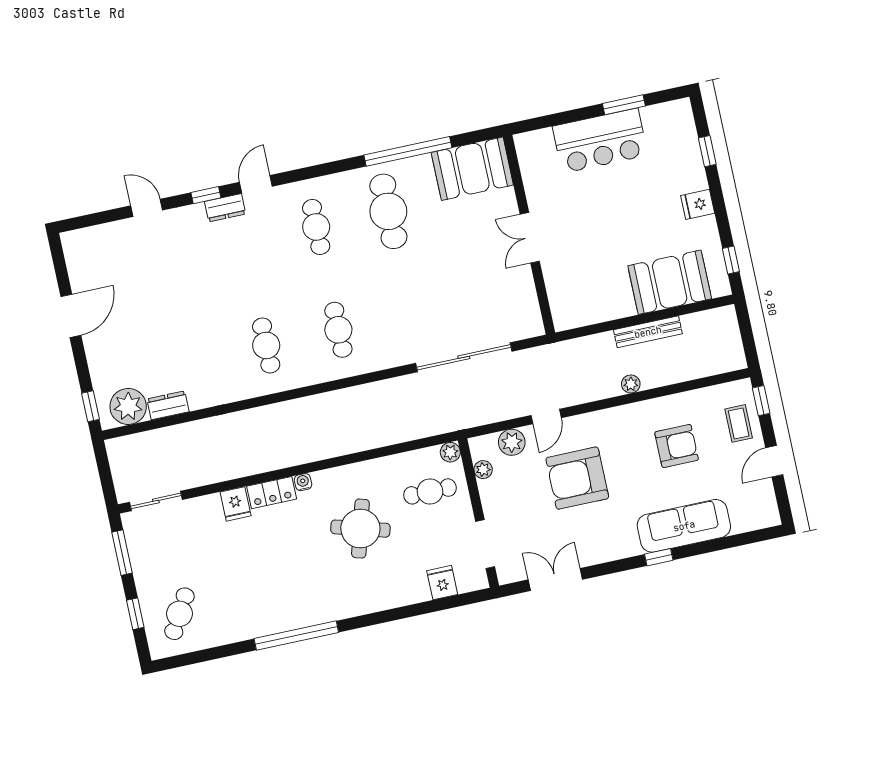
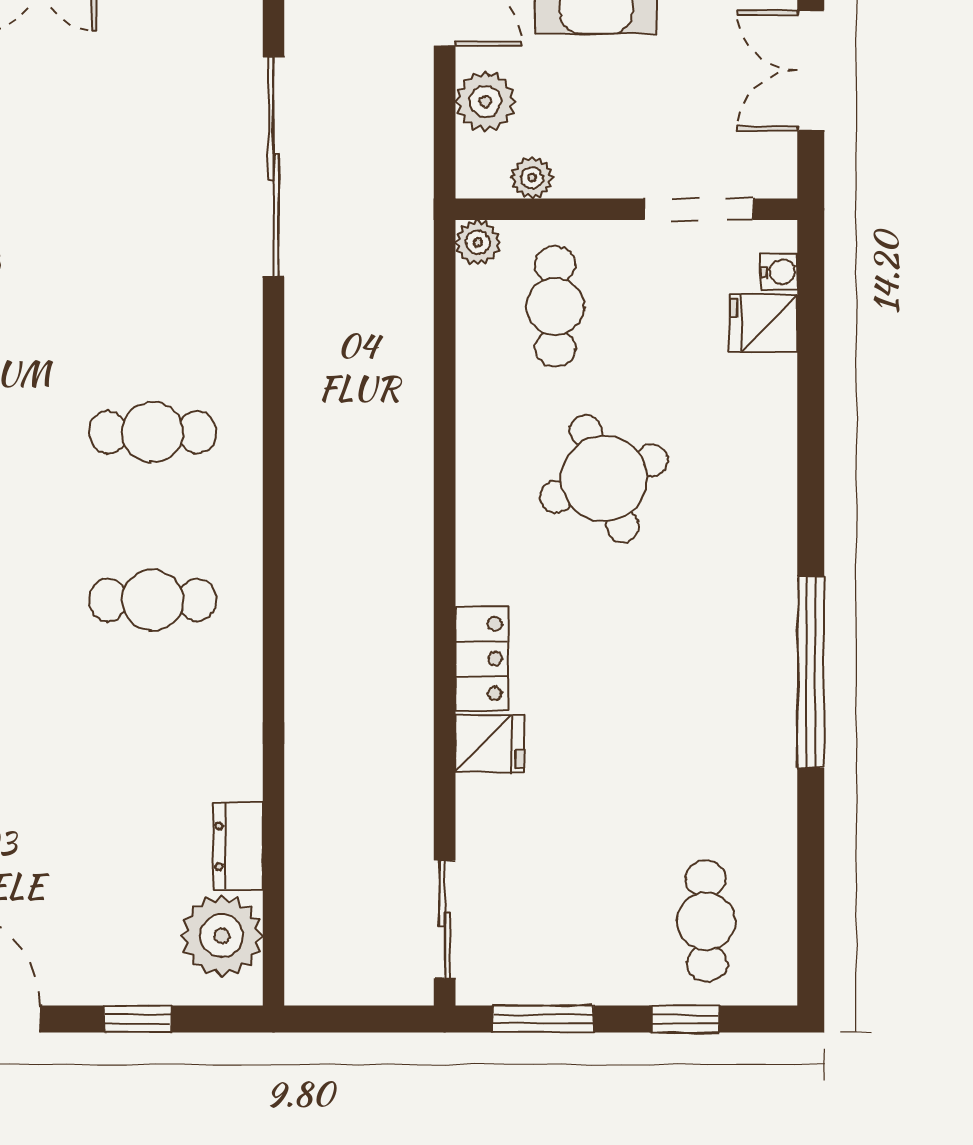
window: (90, 406) -> (138, 1019), moved
water cooler: (303, 482) -> (779, 272), moved, turned 180
round table: (360, 529) -> (604, 479), turned -37
cafe table: (179, 614) -> (706, 921), turned 59

